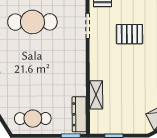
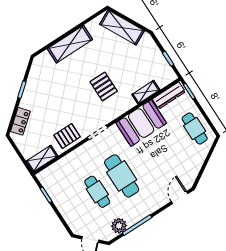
pallet: (129, 34) -> (104, 86), moved
booth: (70, 72) -> (141, 123), added

